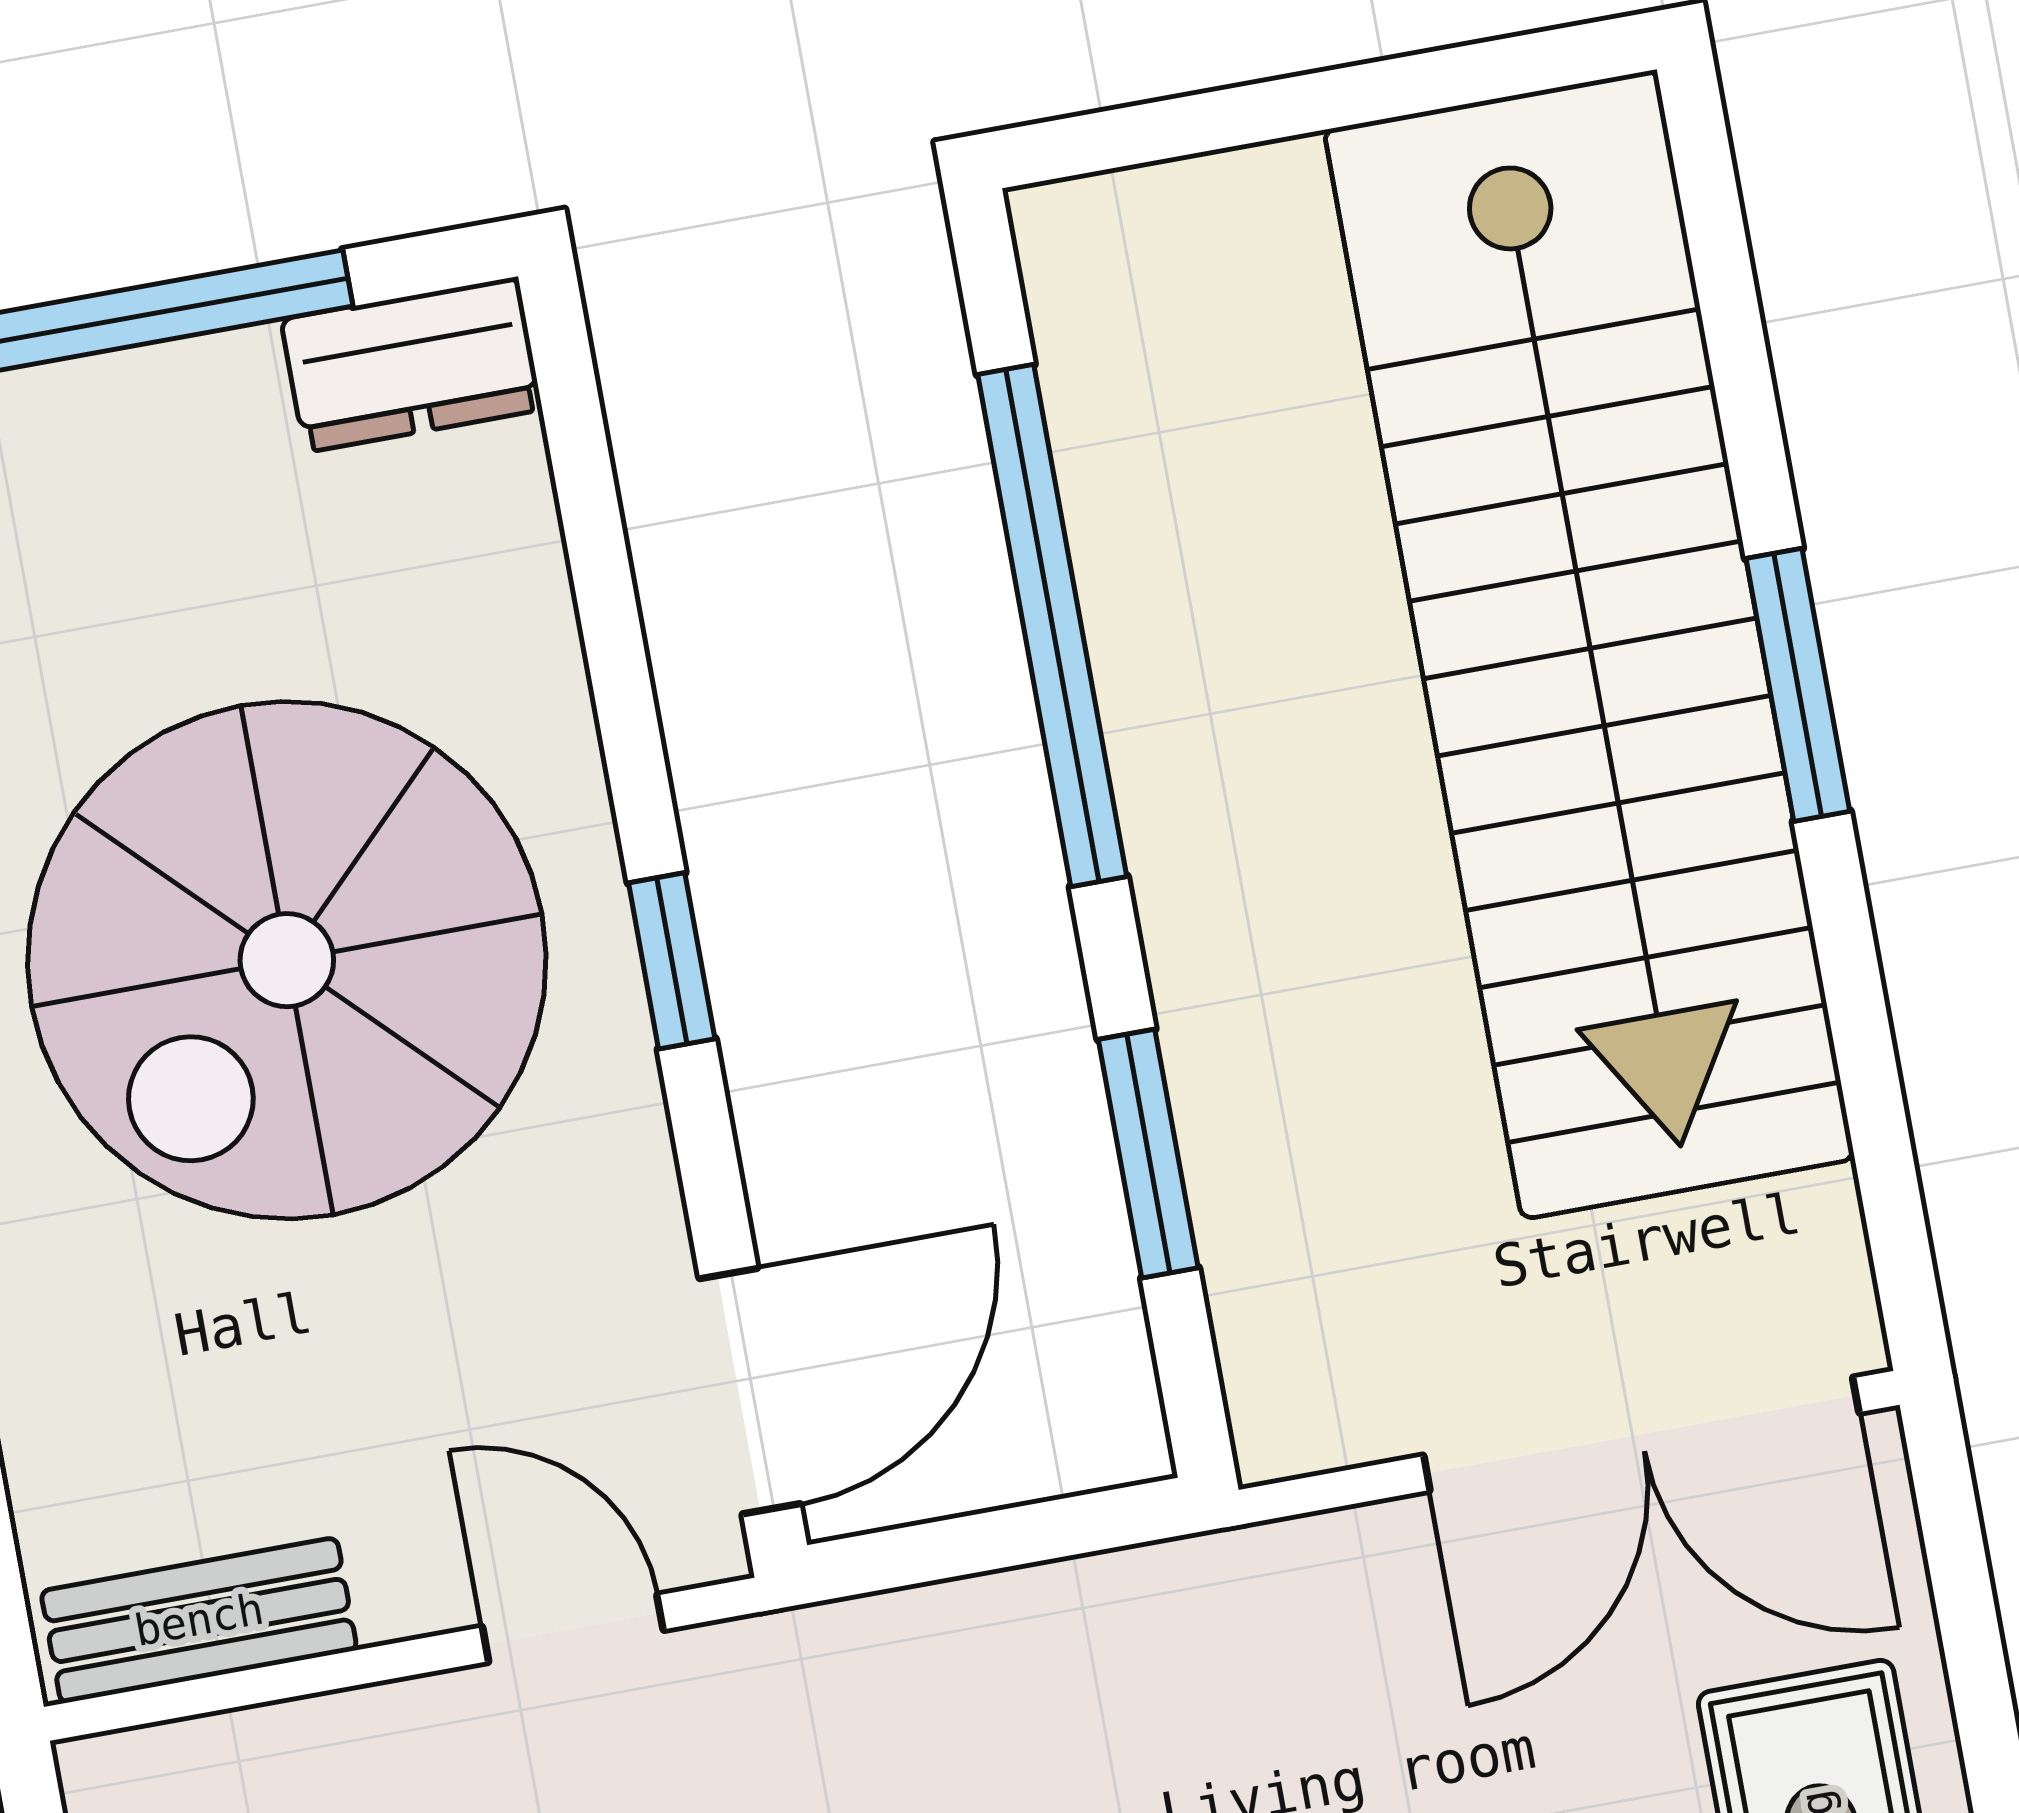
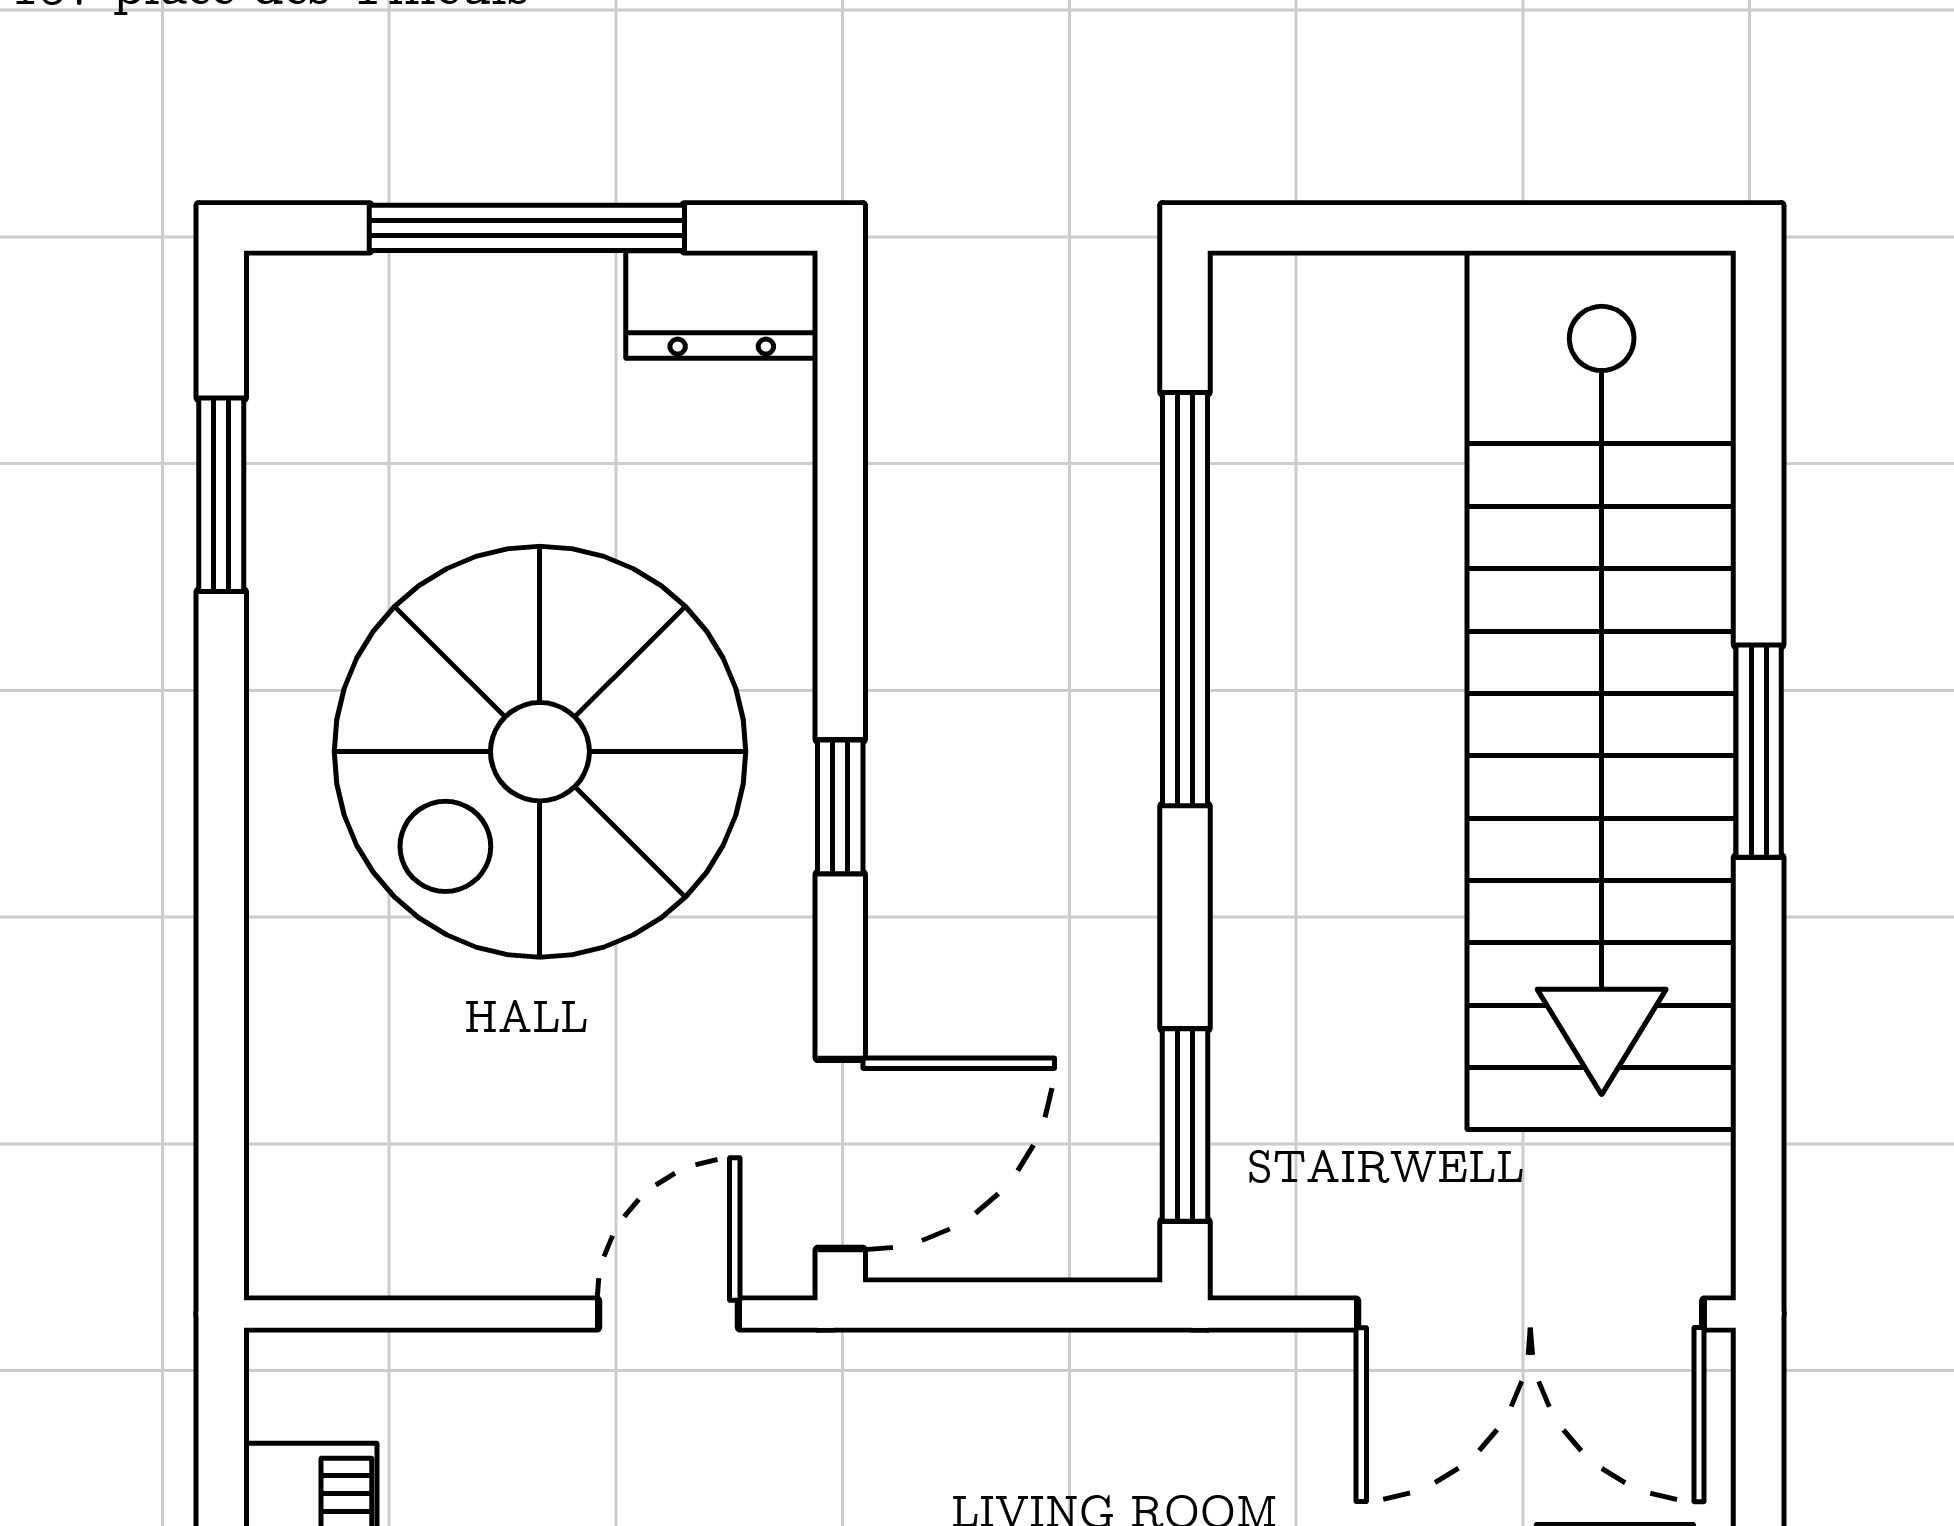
window: (1148, 1154) -> (1185, 1125), moved
bench: (199, 1620) -> (378, 1255), removed
door: (573, 1628) -> (668, 1314), hinge flipped

